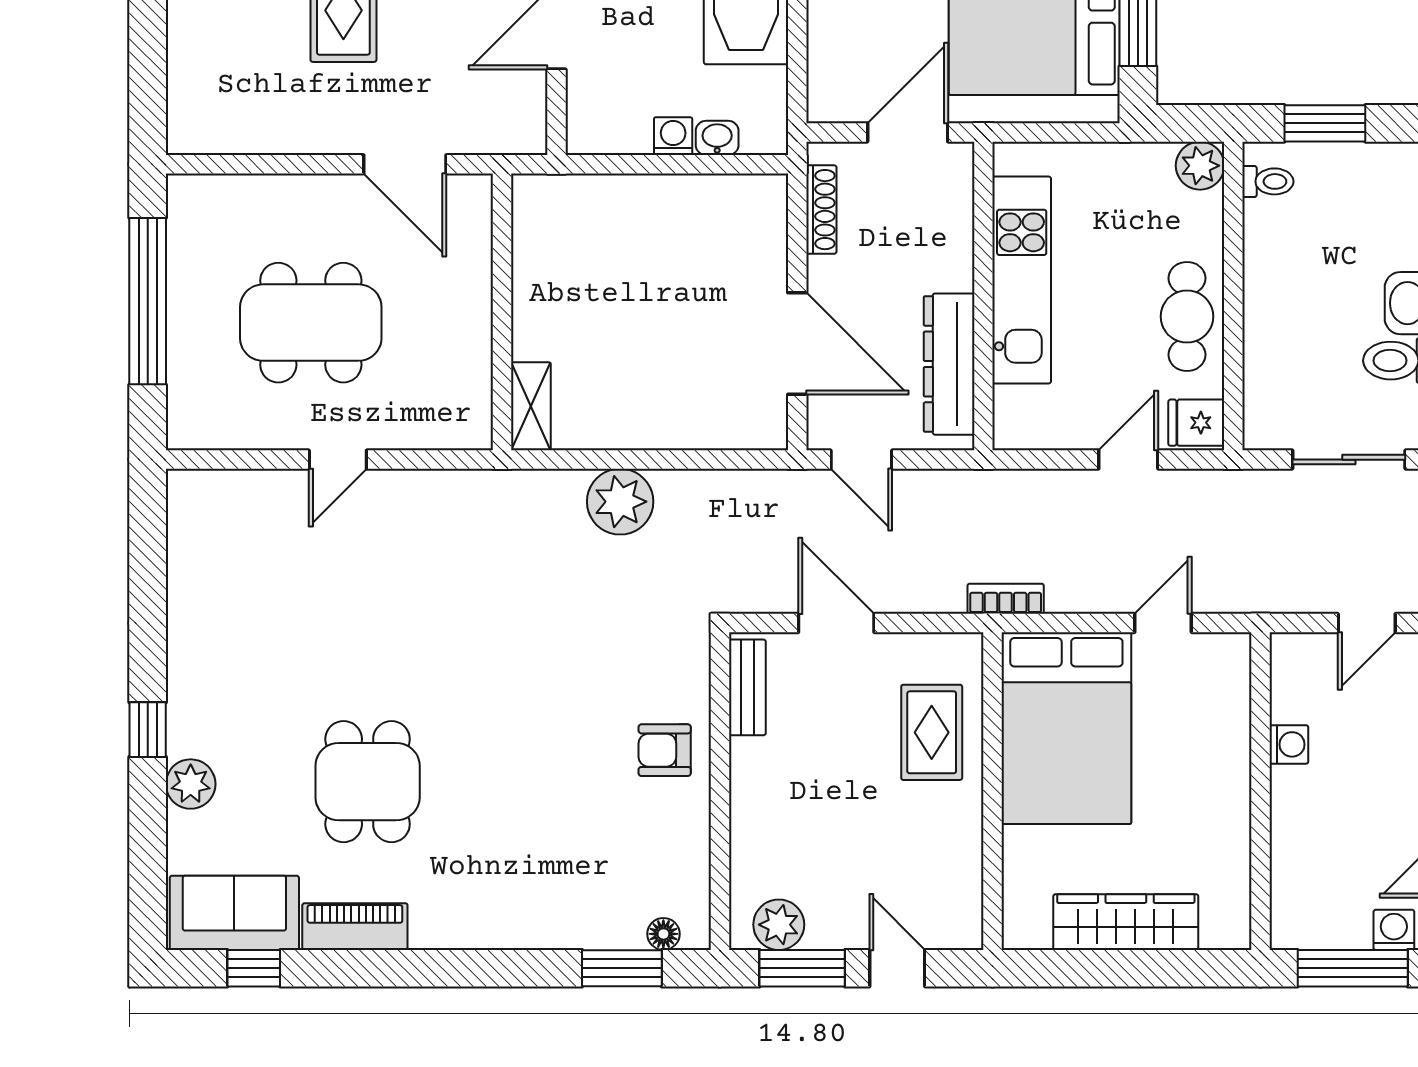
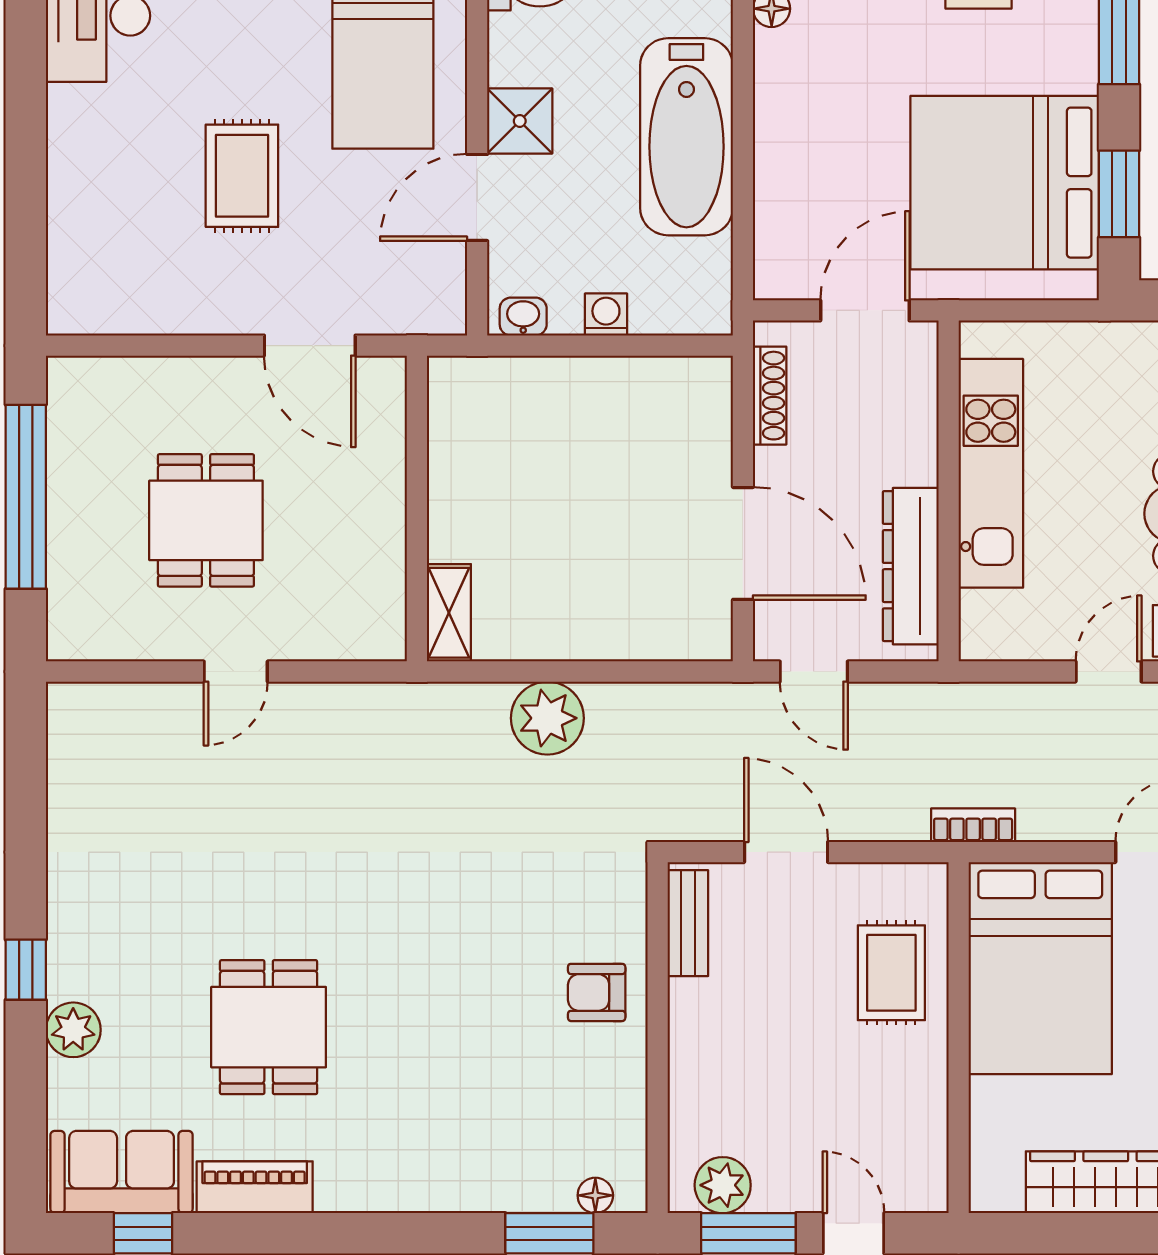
washbasin: (717, 138) -> (523, 317), moved
dining table: (311, 323) -> (206, 520), width x0.73

